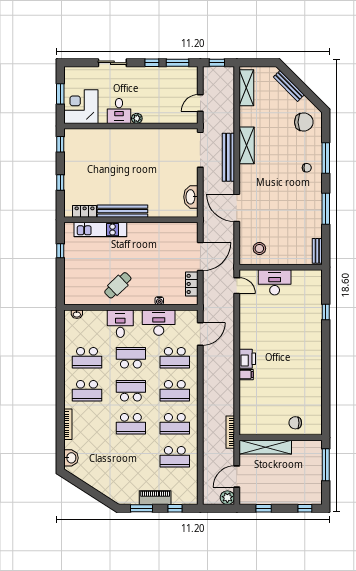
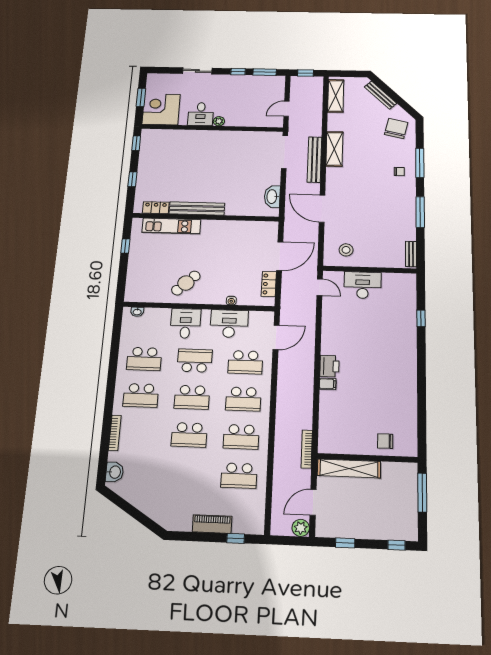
chair: (304, 122) -> (396, 128), turned -77
school desk: (131, 391) -> (192, 397), turned 180
window: (141, 508) -> (194, 537), removed

